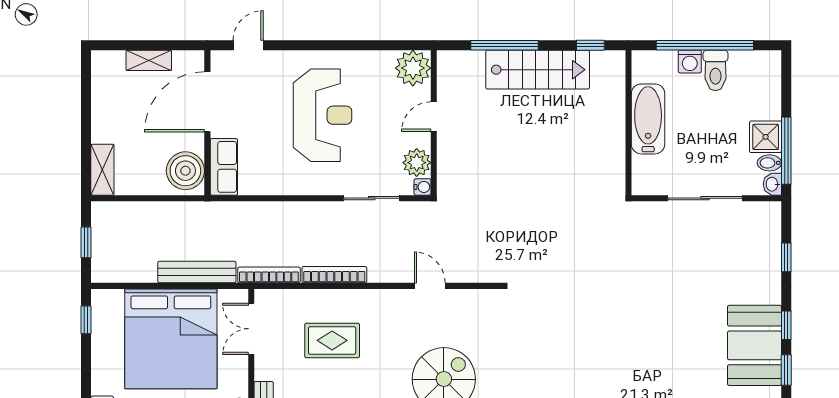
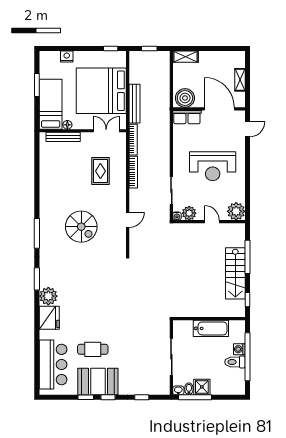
door: (248, 45) -> (247, 129), hinge flipped
cafe table: (690, 356) -> (93, 349), added

